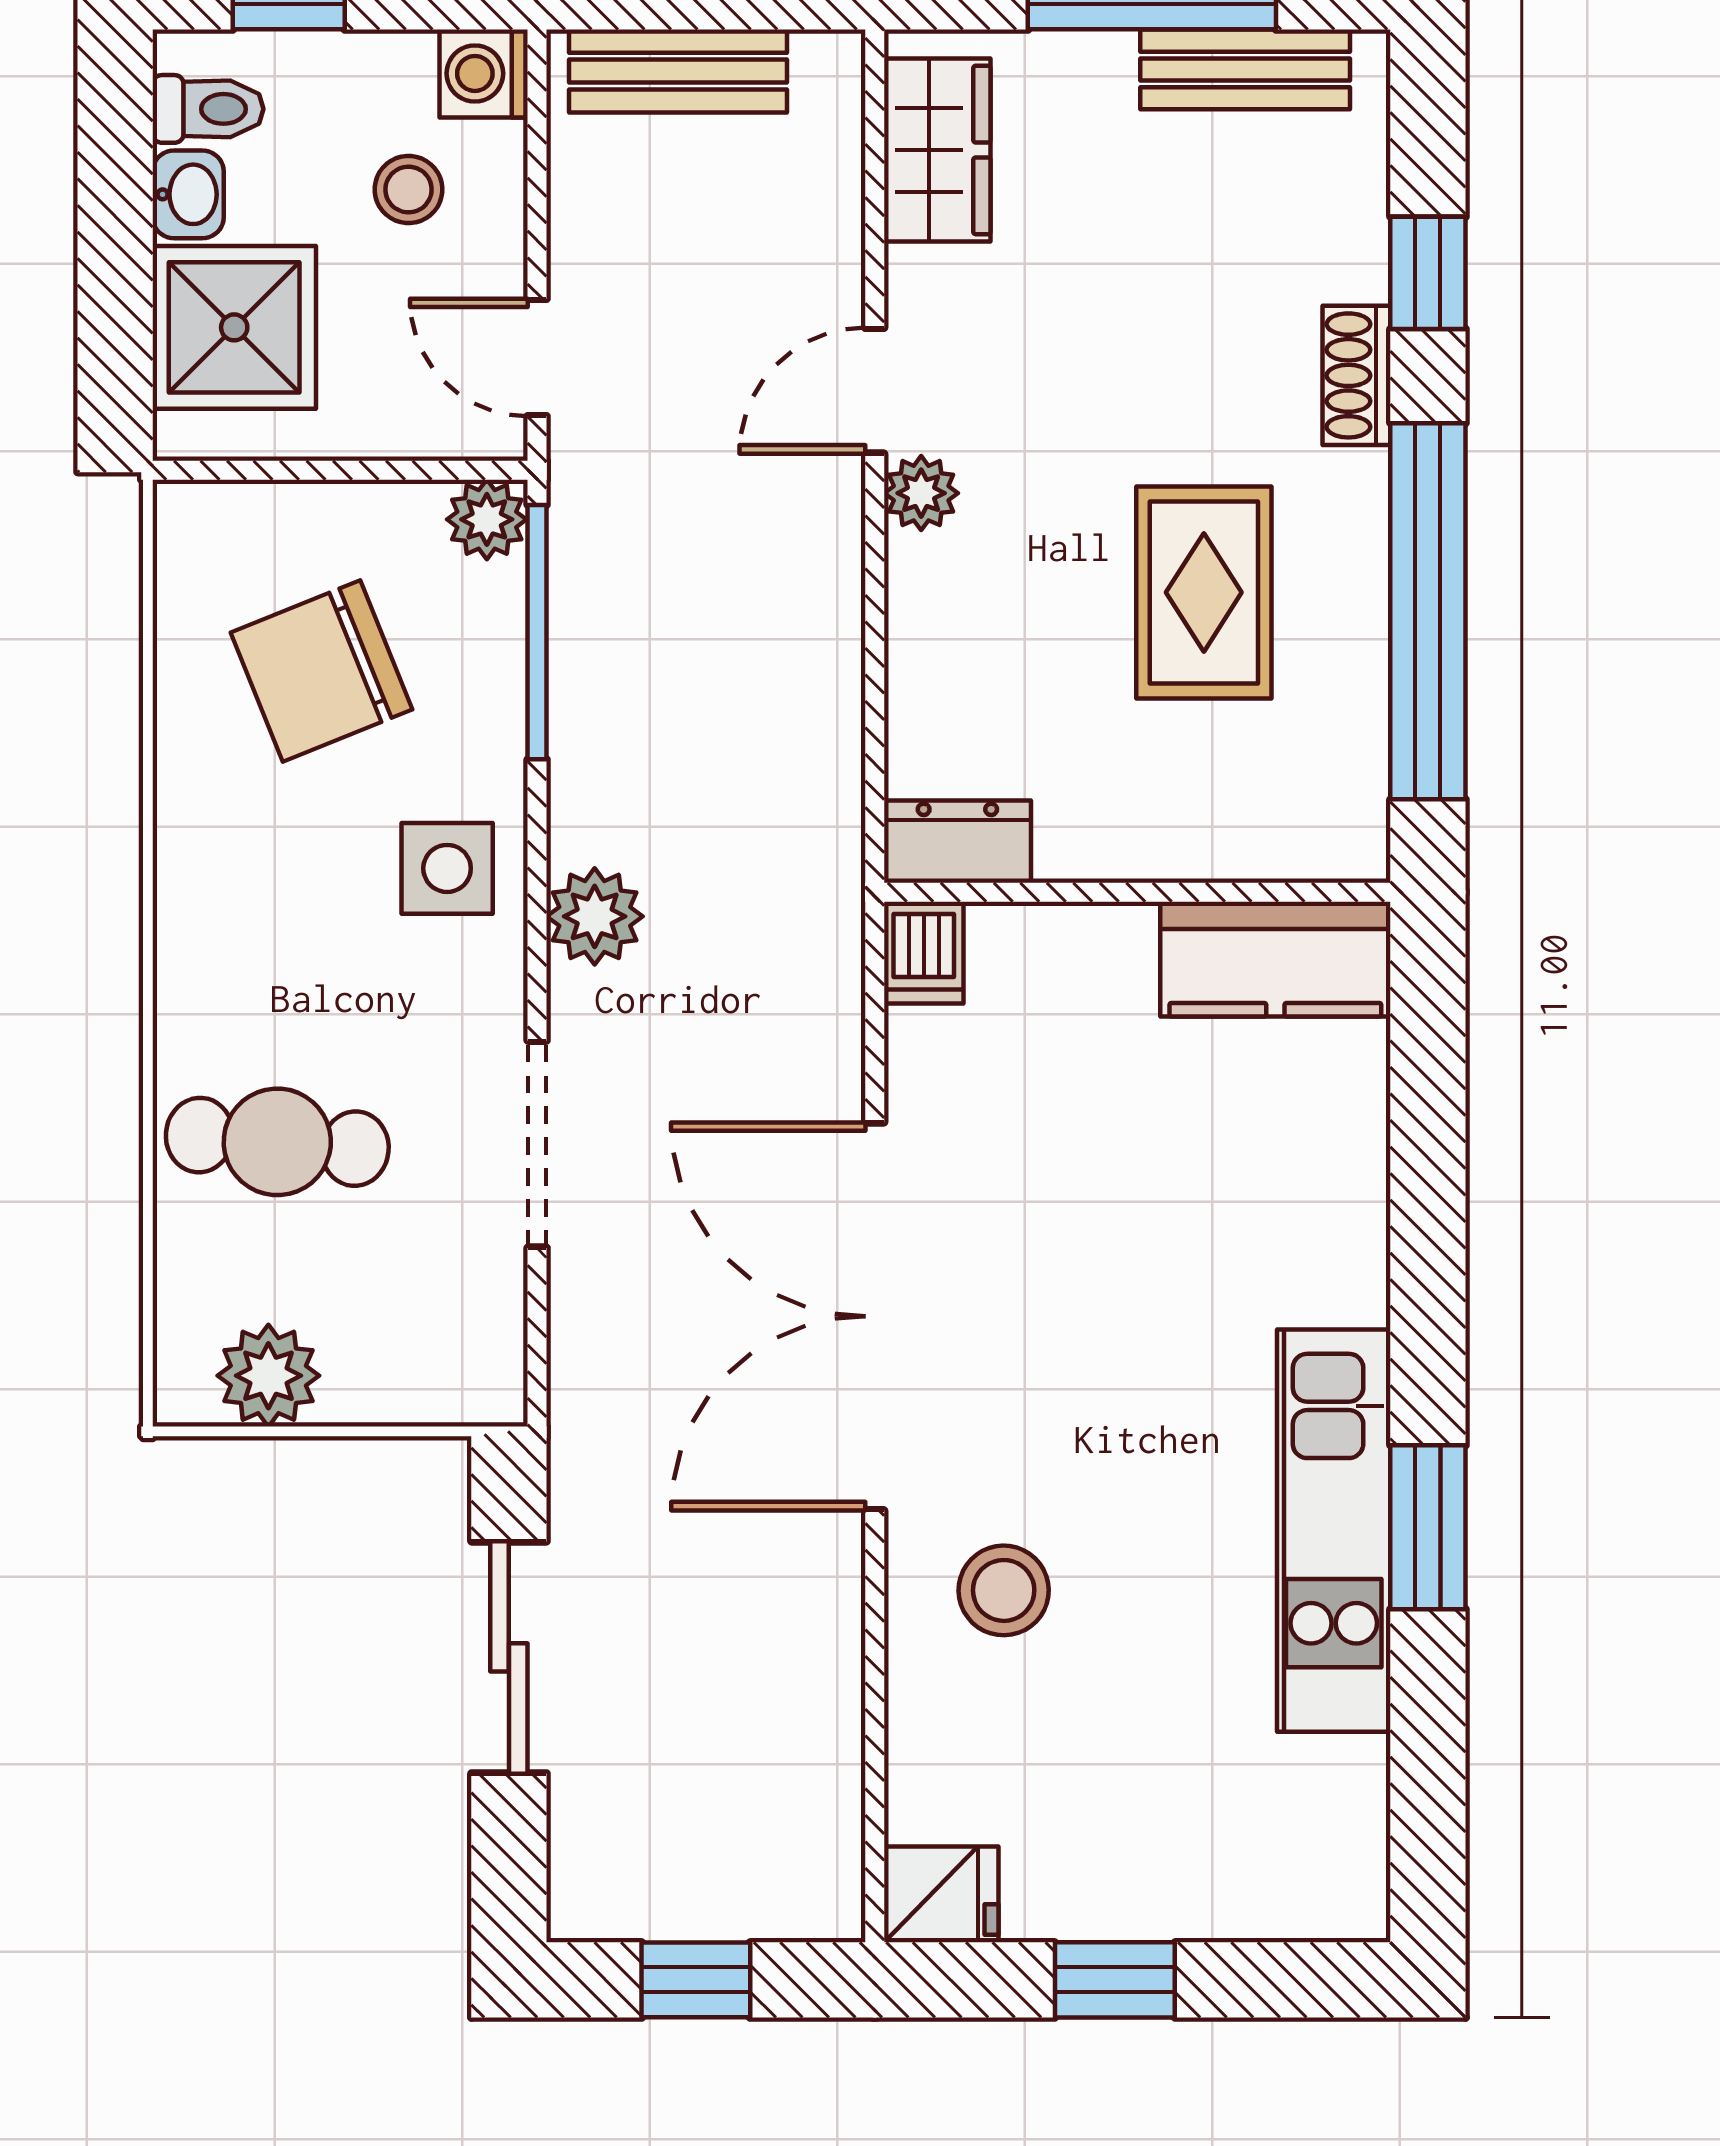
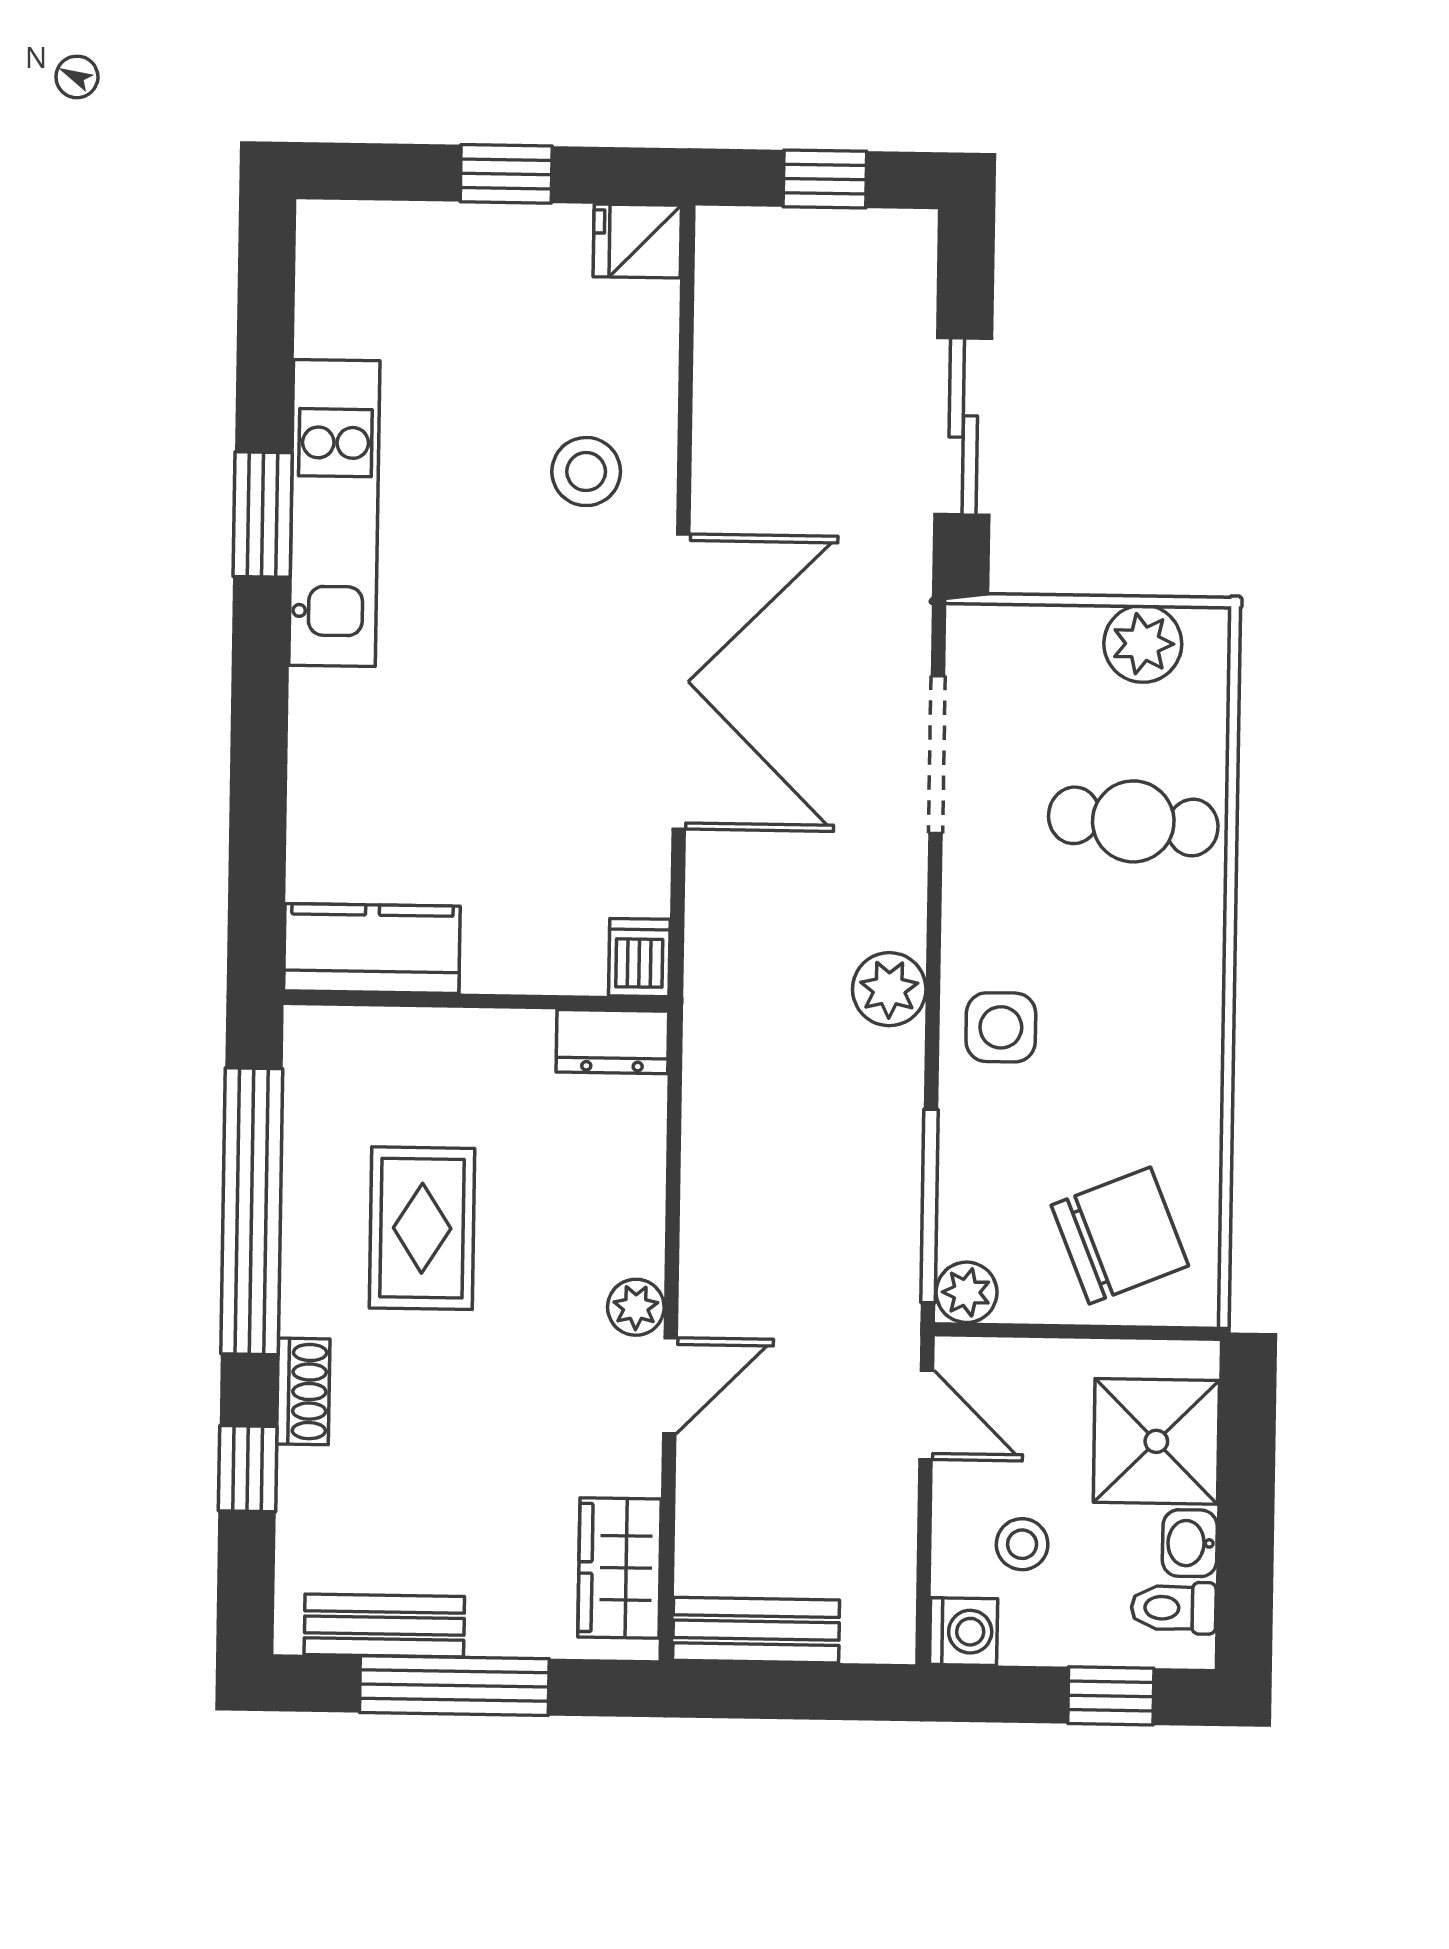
bench: (678, 71) -> (756, 1630), moved
chair: (322, 671) -> (1120, 1236), moved
doorway: (537, 1144) -> (937, 754), moved

